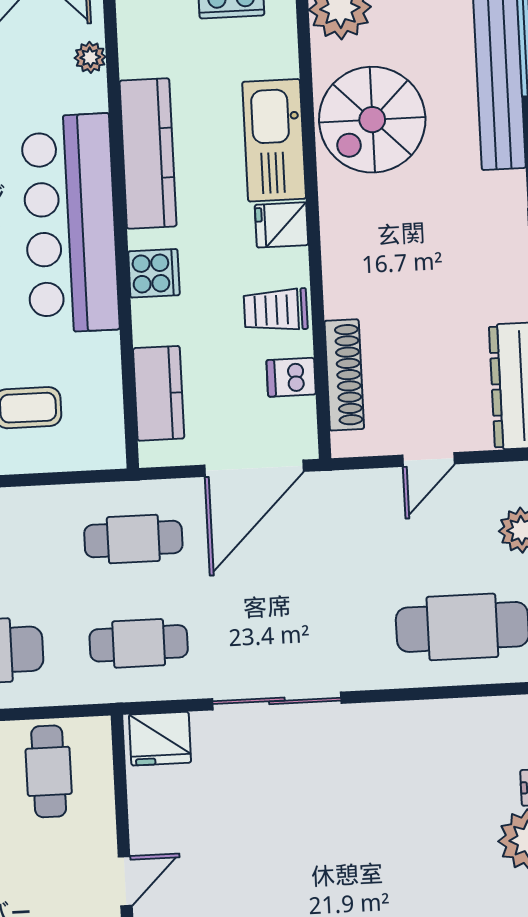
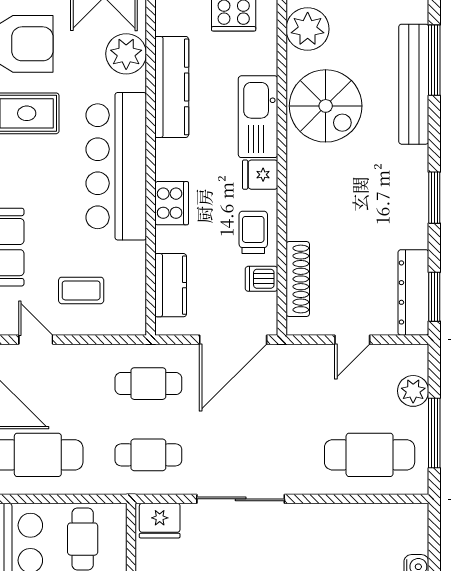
plant: (90, 57) -> (126, 54), width x1.88, depth x1.88
spiral stairs: (372, 120) -> (326, 106), turned -90
kitchen counter: (148, 153) -> (172, 87), moved
cooker: (154, 273) -> (172, 203), width x1.36
trolley: (276, 310) -> (253, 232), turned 90

